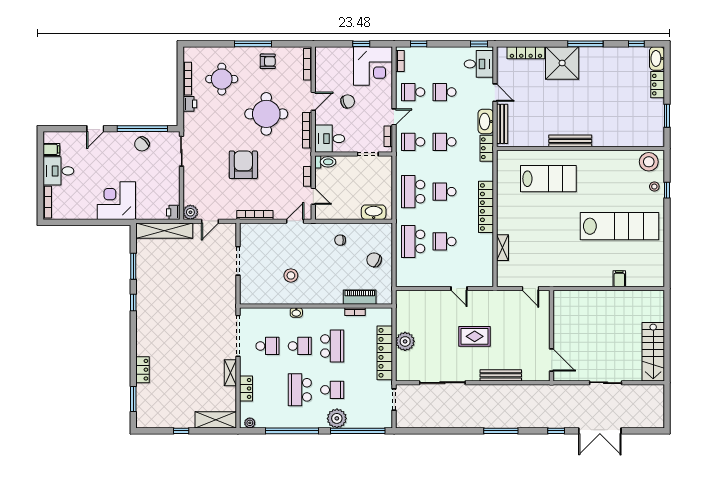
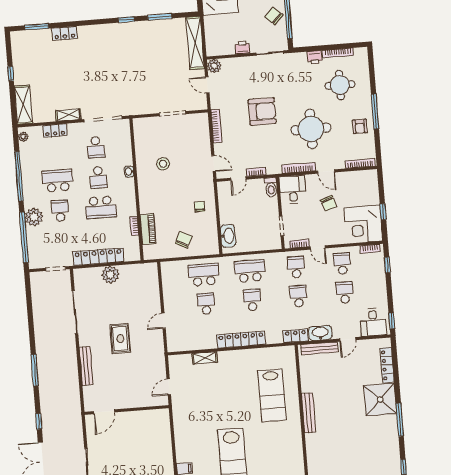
printer: (173, 212) -> (242, 48), moved
school desk: (332, 390) -> (60, 211), turned 180

